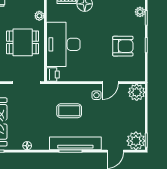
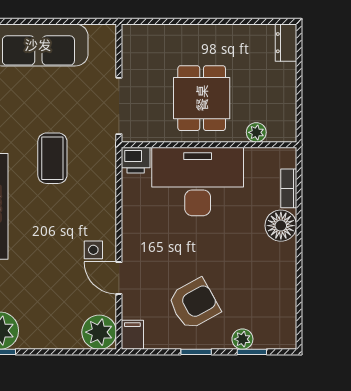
plant: (140, 12) -> (242, 339), moved
armchair: (123, 46) -> (194, 304), turned -119
filing cabinet: (138, 76) -> (132, 335), added
coffee table: (69, 111) -> (52, 158), moved

